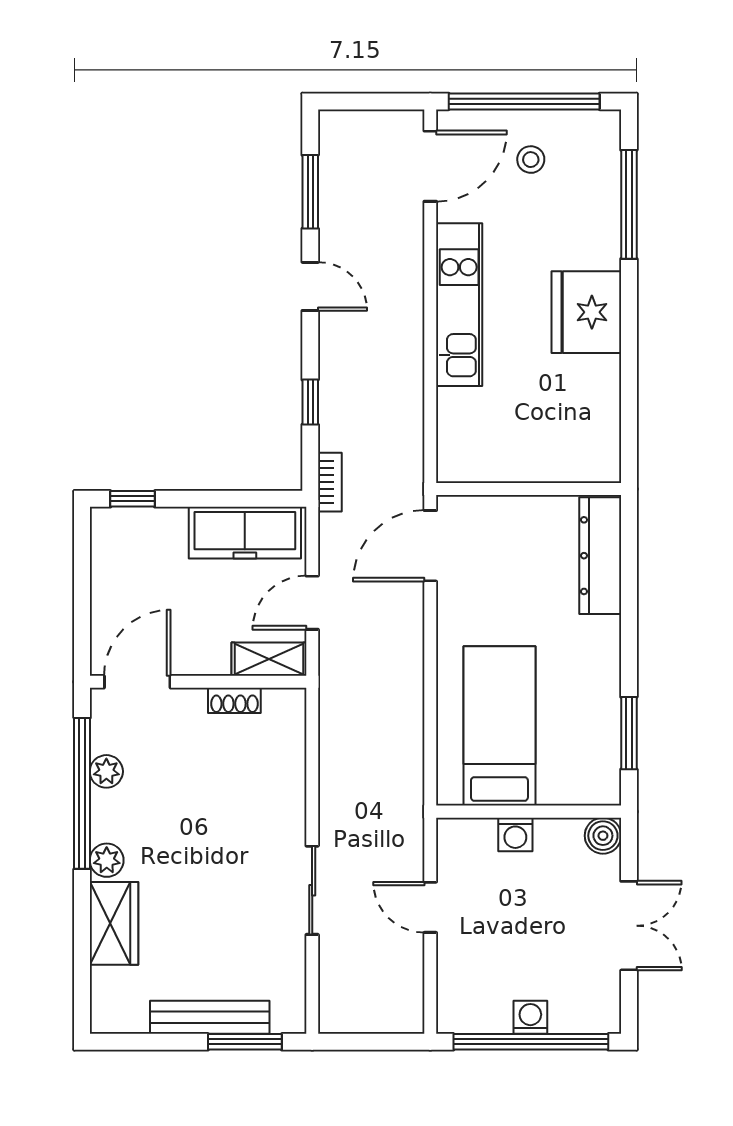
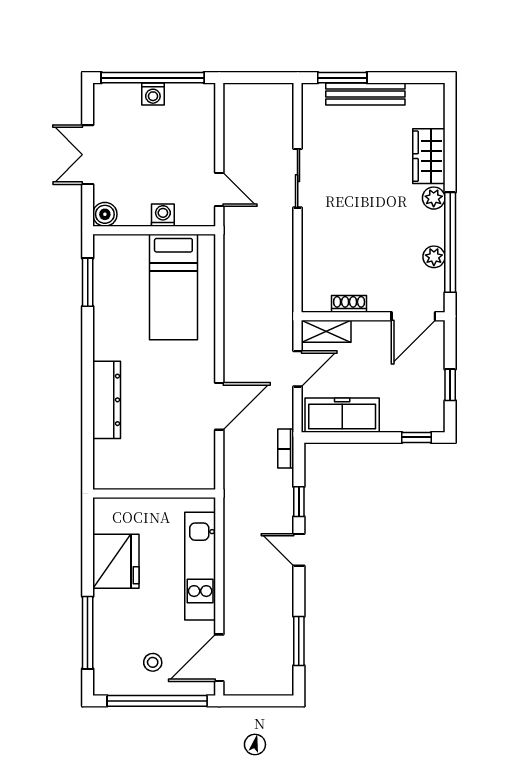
door: (310, 286) -> (299, 550), moved
wall: (529, 489) -> (154, 494), moved
window: (82, 578) -> (450, 385), added
door: (430, 907) -> (219, 189), moved

